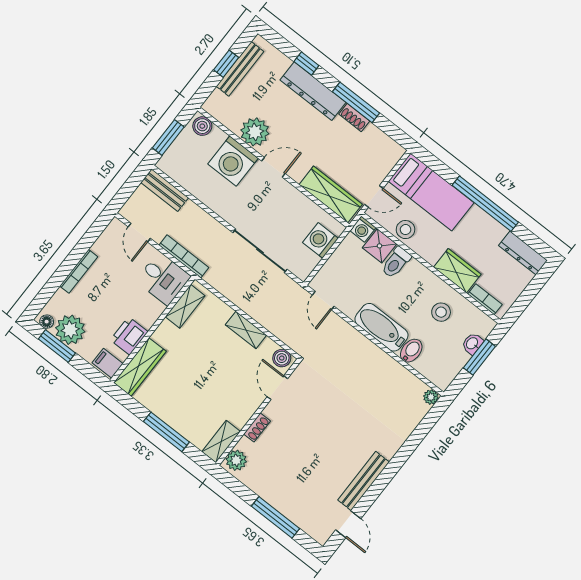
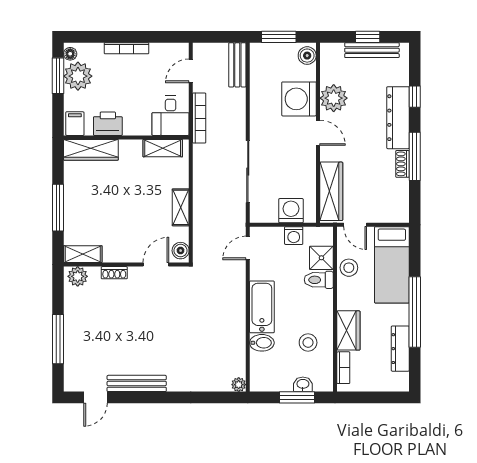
washing machine: (363, 229) -> (294, 236), moved, turned -90
dresser: (523, 253) -> (400, 349), moved

